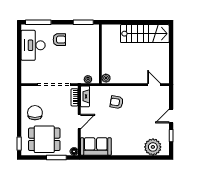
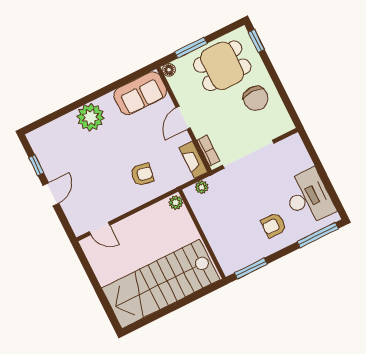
stairs: (145, 34) -> (161, 284), width x1.36, depth x1.51
plant: (153, 147) -> (90, 117), moved

